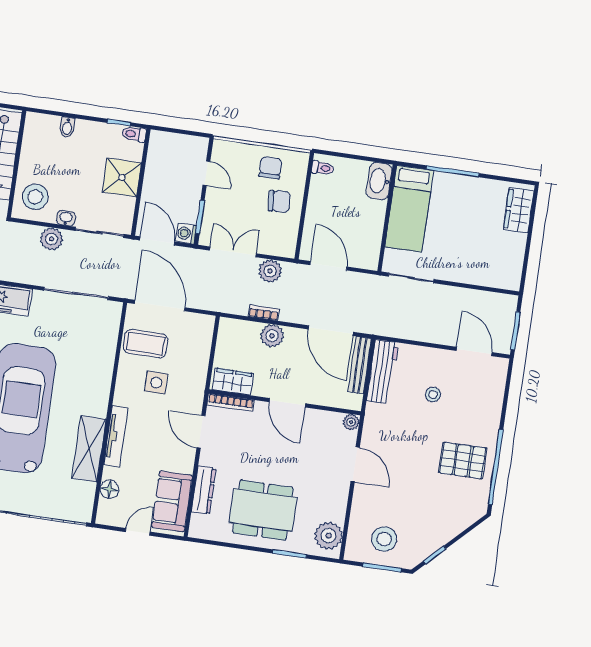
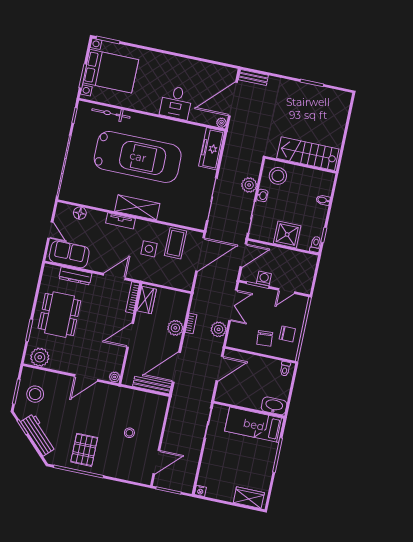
washing machine: (186, 233) -> (264, 278), moved
nightstand: (513, 283) -> (200, 491), added
workbench: (382, 372) -> (38, 435), moved, turned -135
tv unit: (116, 436) -> (121, 221), width x0.71
shelving: (89, 449) -> (137, 207), moved

